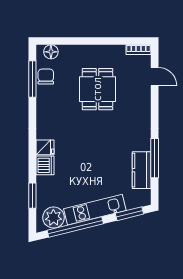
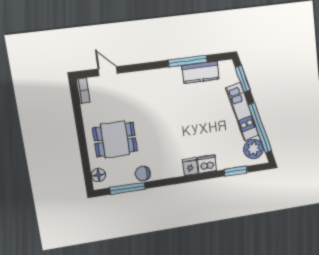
door: (155, 76) -> (108, 71), hinge flipped
chair: (46, 77) -> (143, 174), moved
dining table: (97, 89) -> (115, 139), moved

